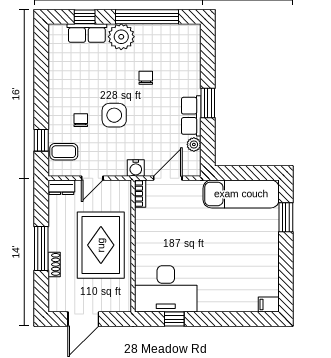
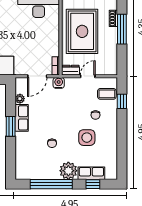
side table: (114, 115) -> (87, 138), moved
dresser: (61, 187) -> (71, 70), moved

